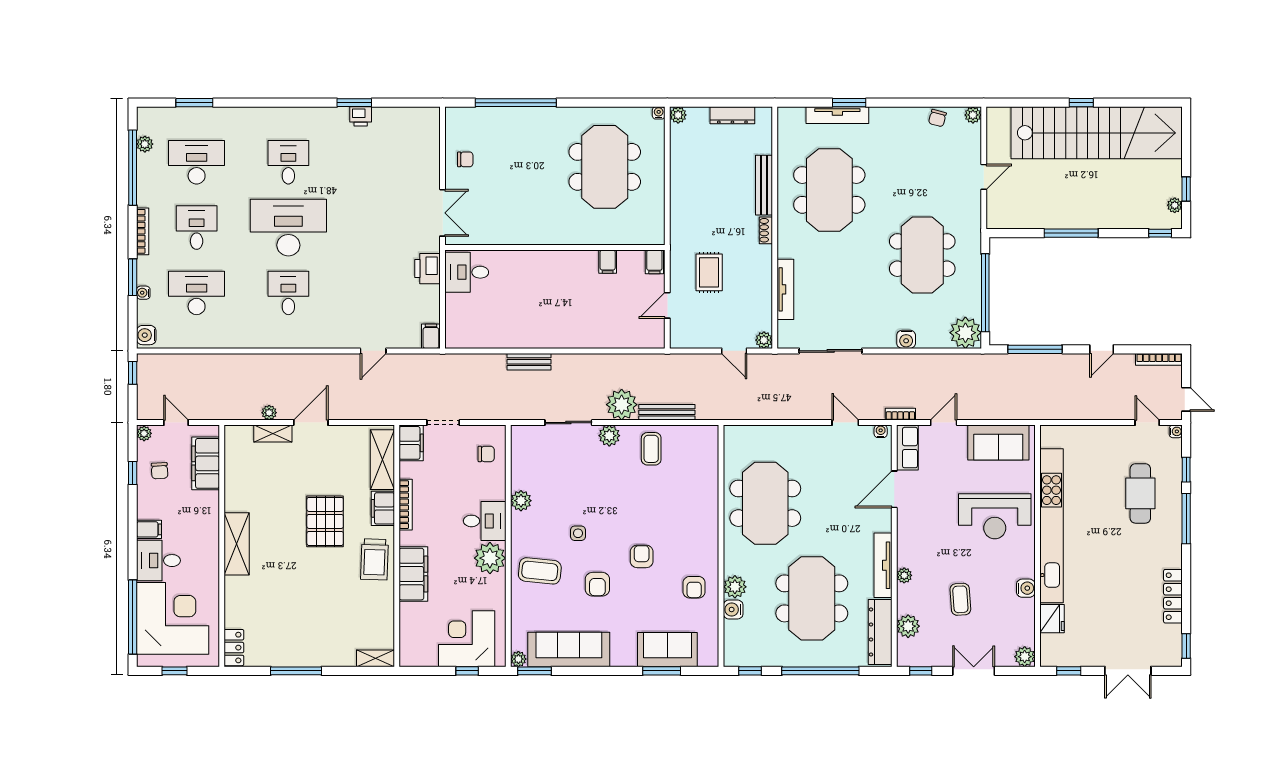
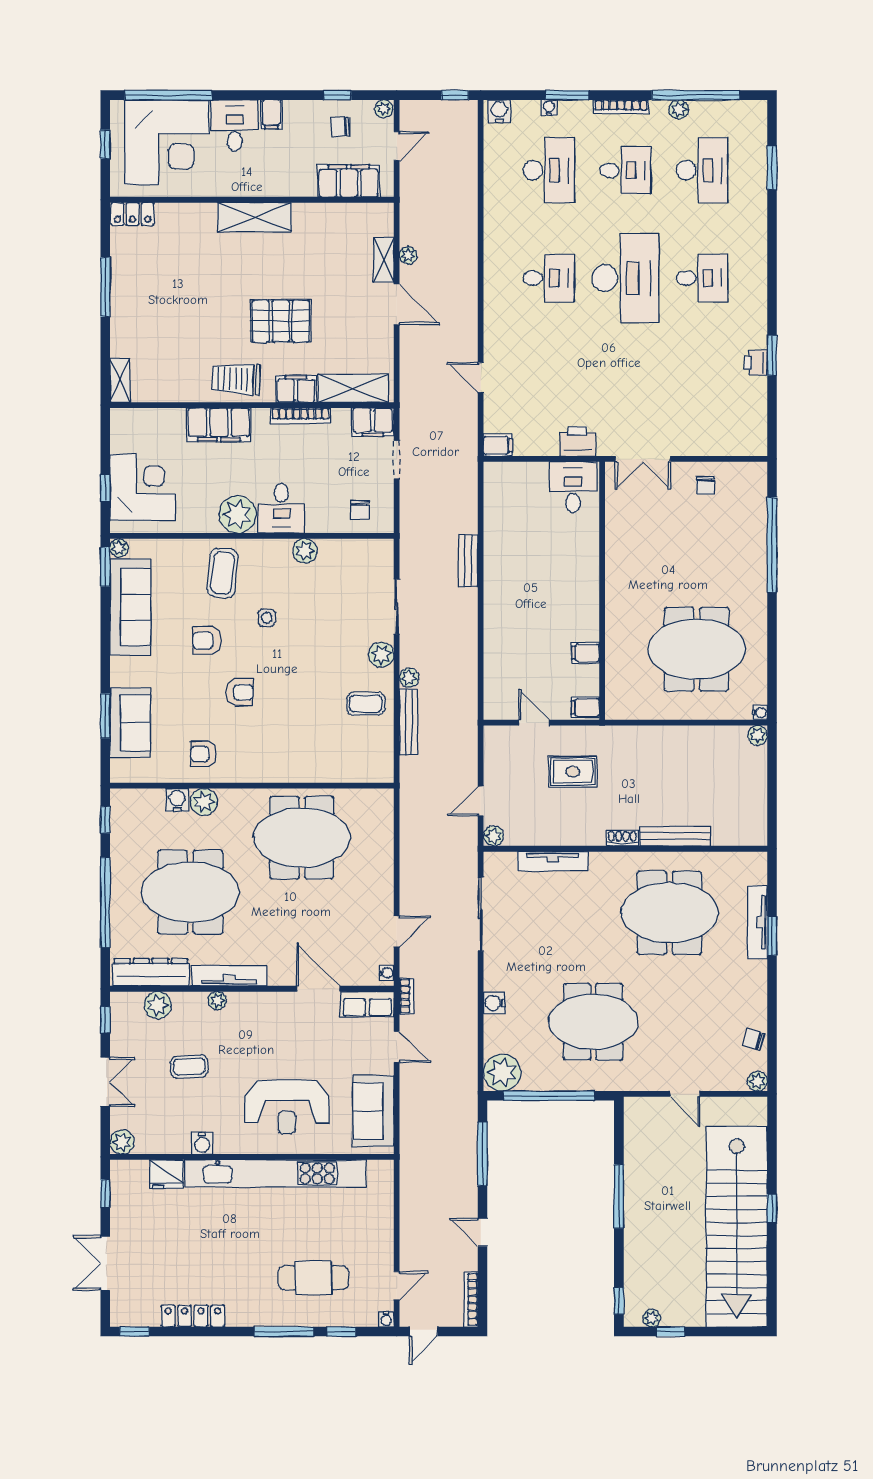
dresser: (732, 115) -> (757, 799), removed
plant: (145, 144) -> (679, 109), moved
plant: (622, 405) -> (409, 678), width x0.53, depth x0.53
reception desk: (995, 516) -> (287, 1107), turned -90

